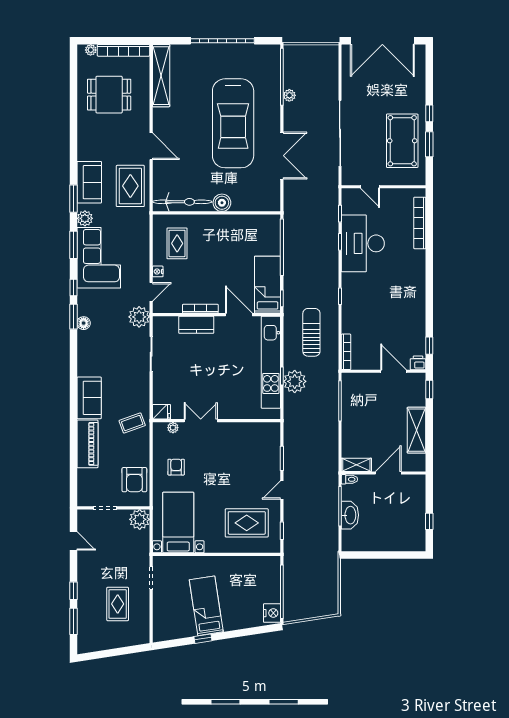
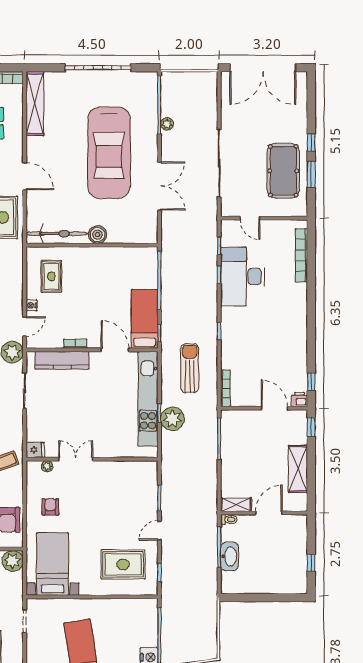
bookcase: (200, 309) -> (75, 344), width x0.64
kitchen counter: (196, 325) -> (62, 360), width x1.50

